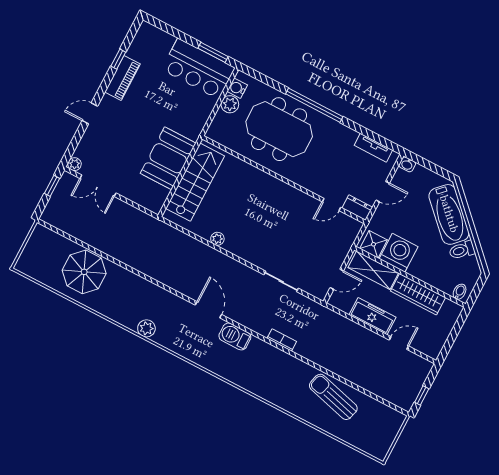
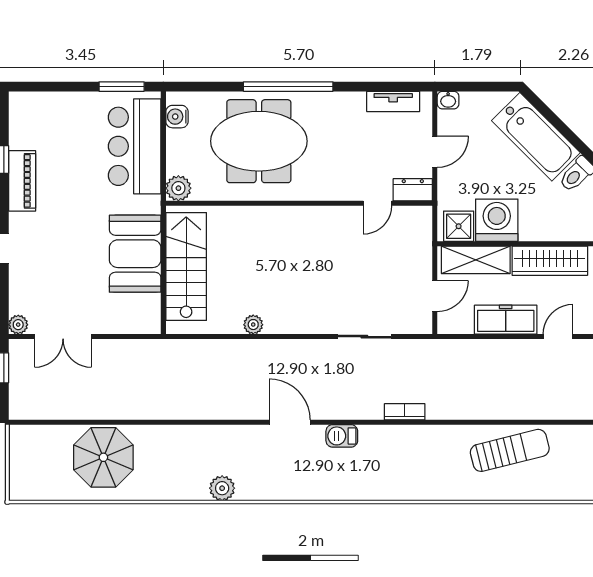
bar counter: (198, 69) -> (135, 146), moved, turned 90
plant: (230, 104) -> (178, 188), moved
barbecue: (235, 336) -> (342, 436), width x0.73, depth x0.79
sun lounger: (333, 397) -> (510, 450), turned 151

